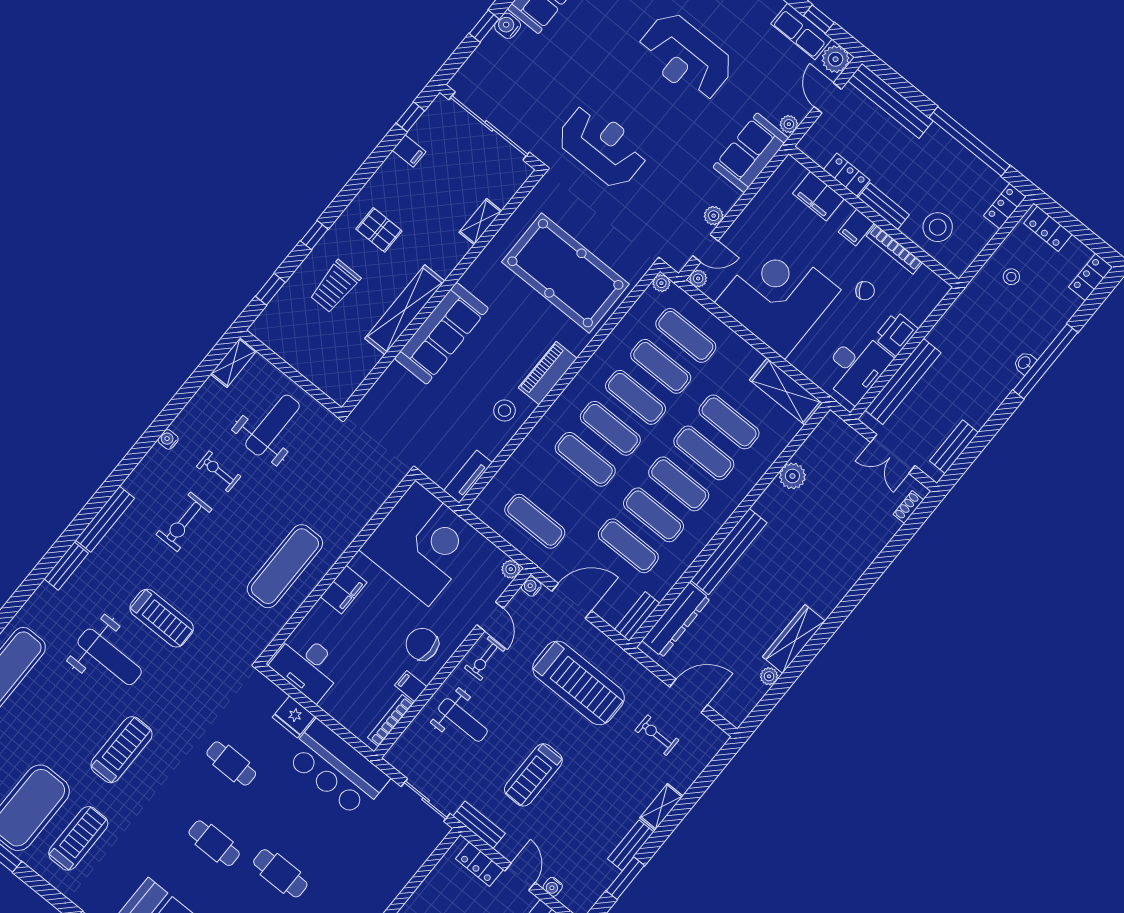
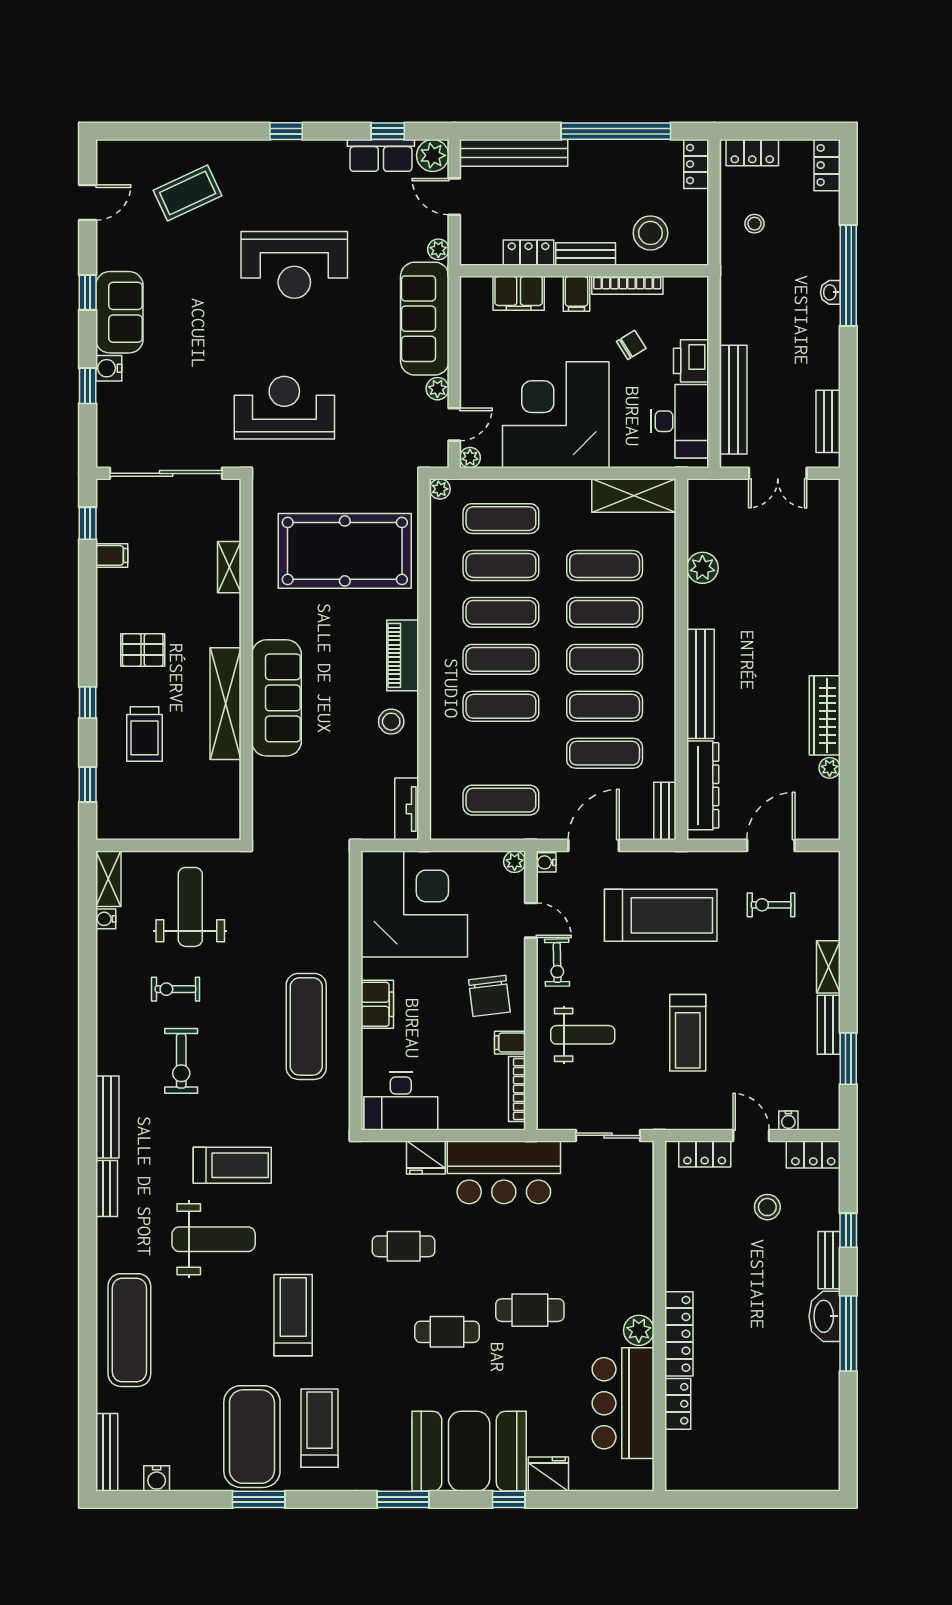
sofa: (751, 153) -> (425, 319), width x1.36
water cooler: (168, 439) -> (106, 919), moved
shoe rack: (908, 507) -> (831, 510), removed
chair: (422, 644) -> (489, 996), turned -97
bench: (479, 825) -> (675, 1118), removed

